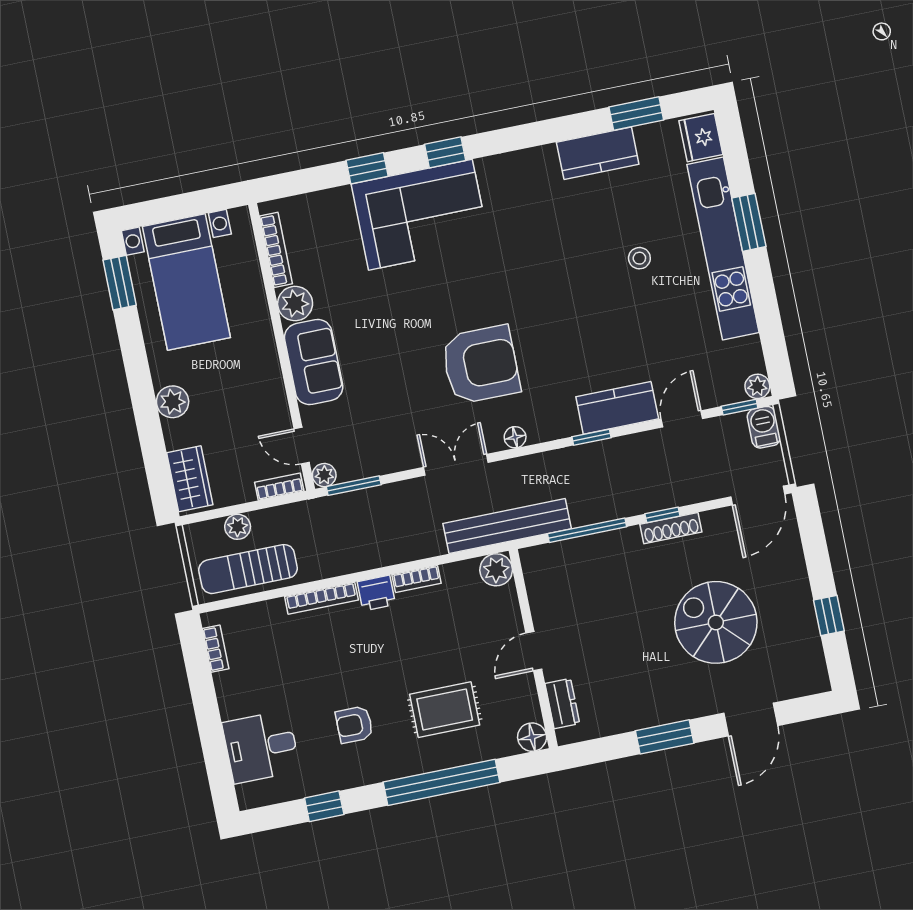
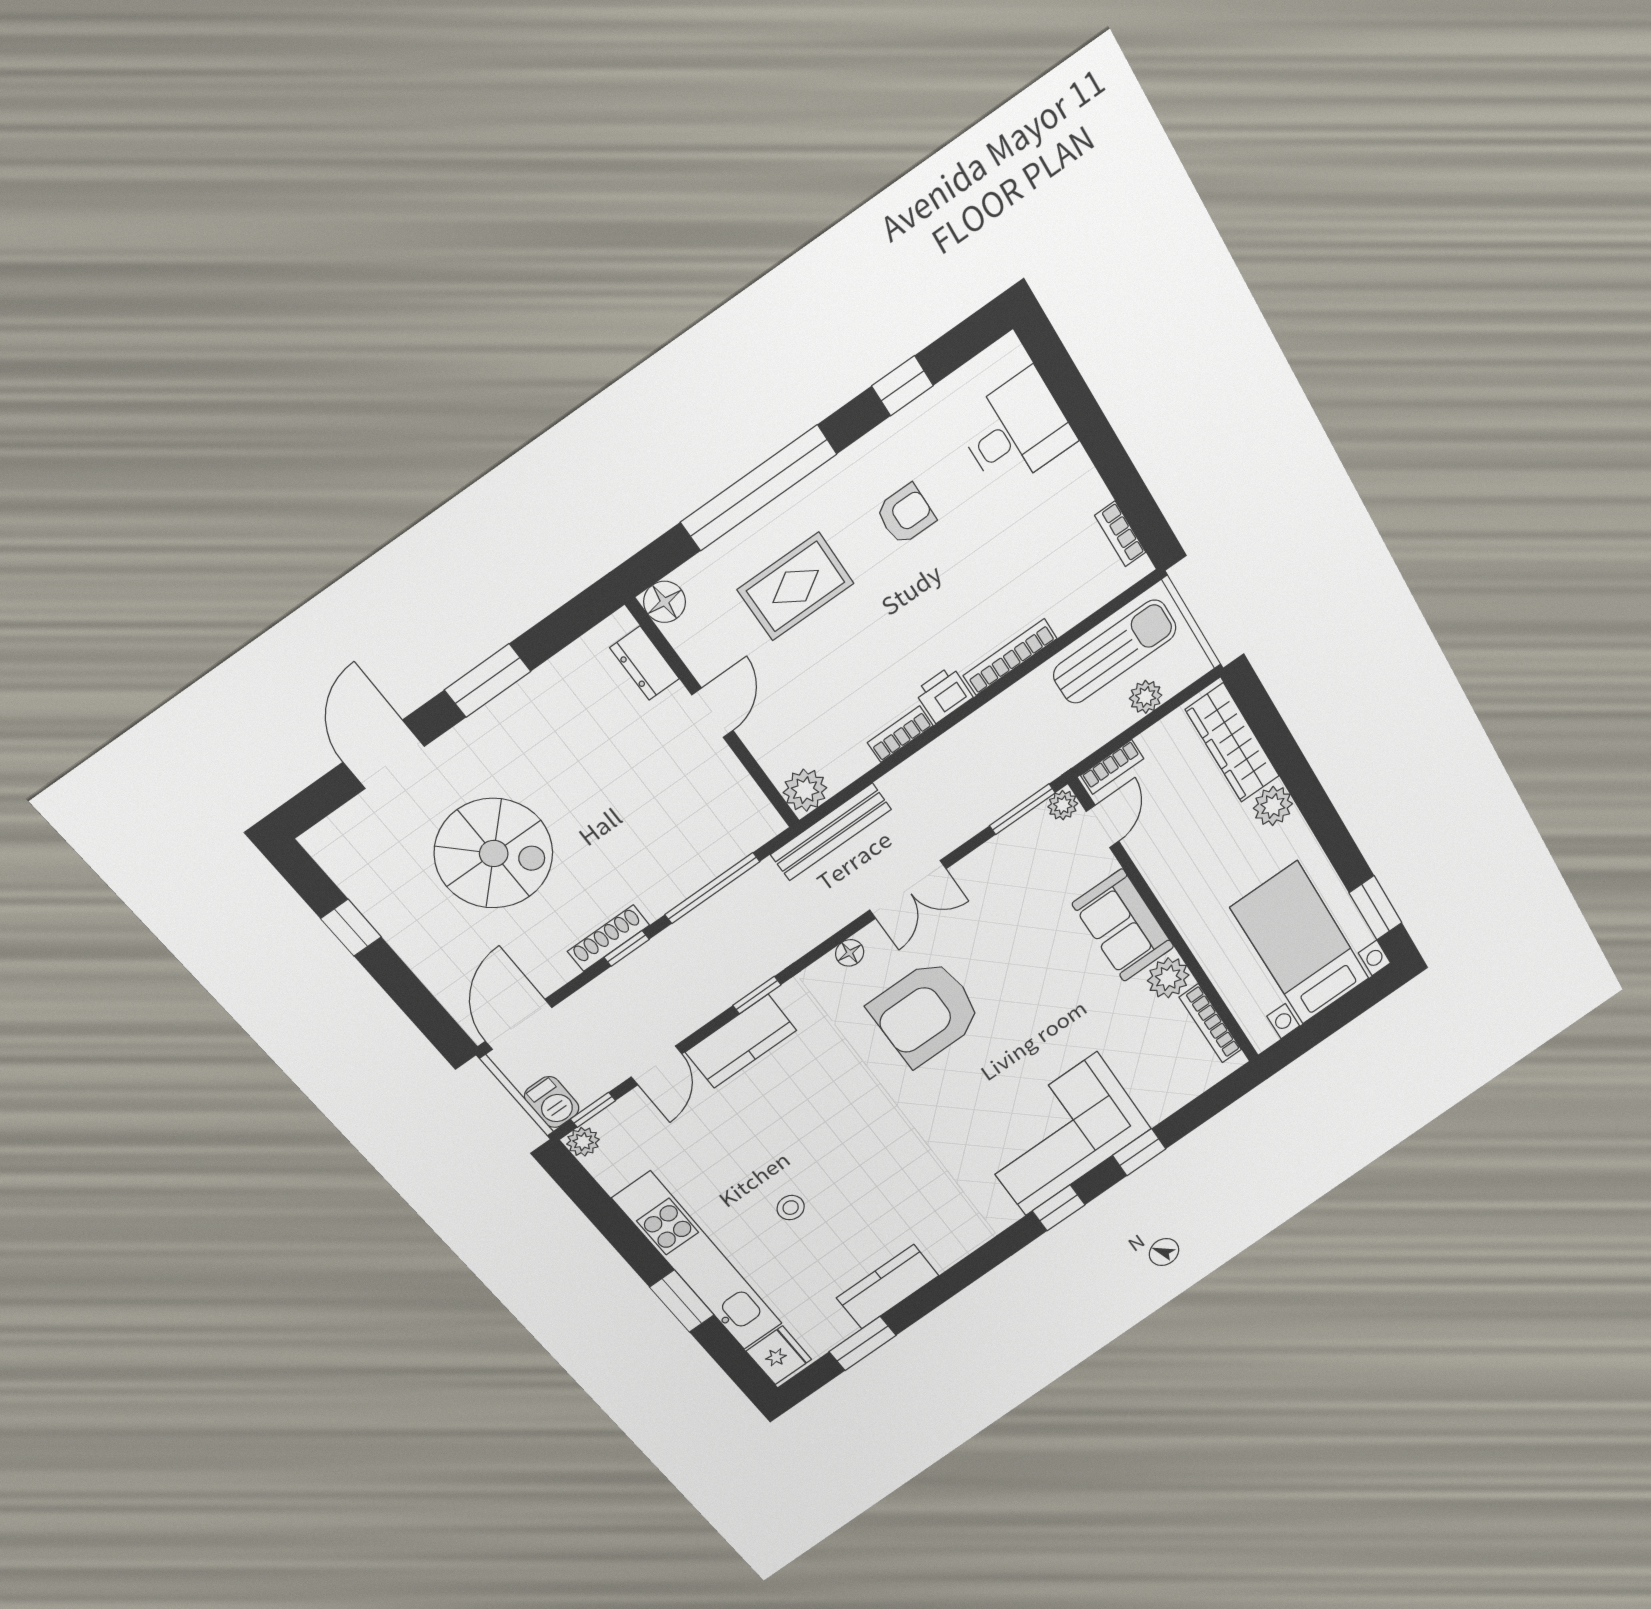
door: (302, 446) -> (1103, 826), hinge flipped
wardrobe: (190, 479) -> (1233, 743), width x1.50
bench: (507, 526) -> (831, 832), width x0.73, depth x0.82

